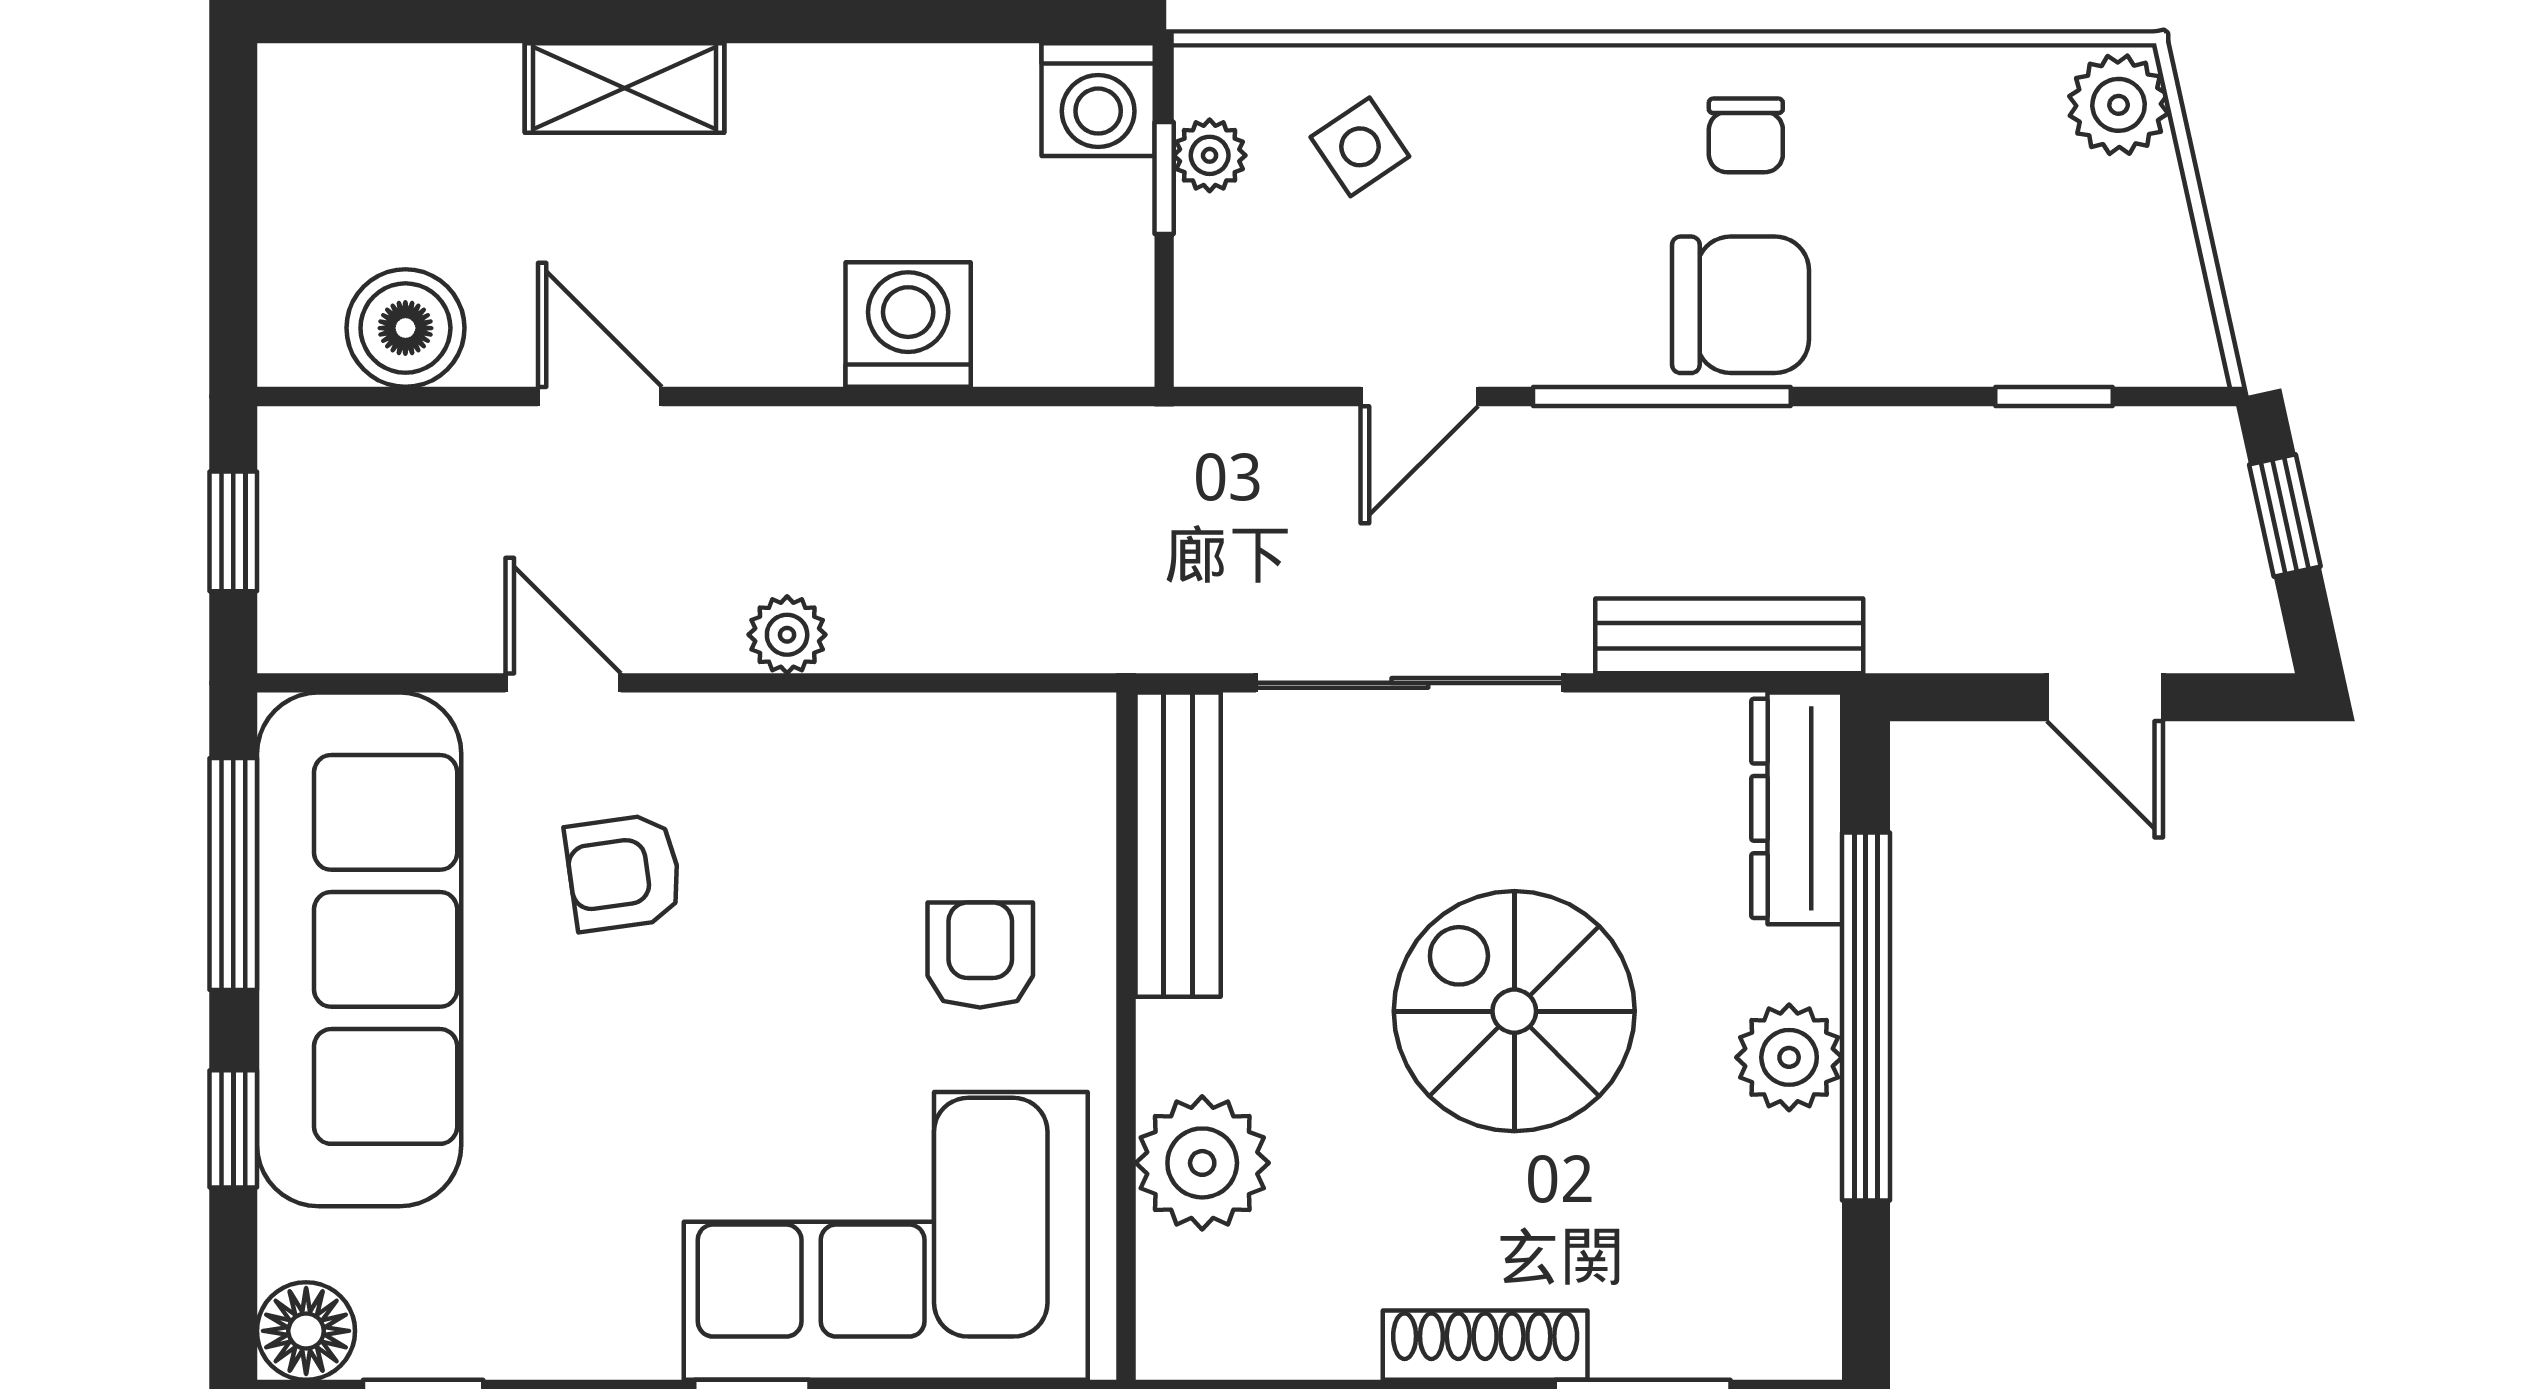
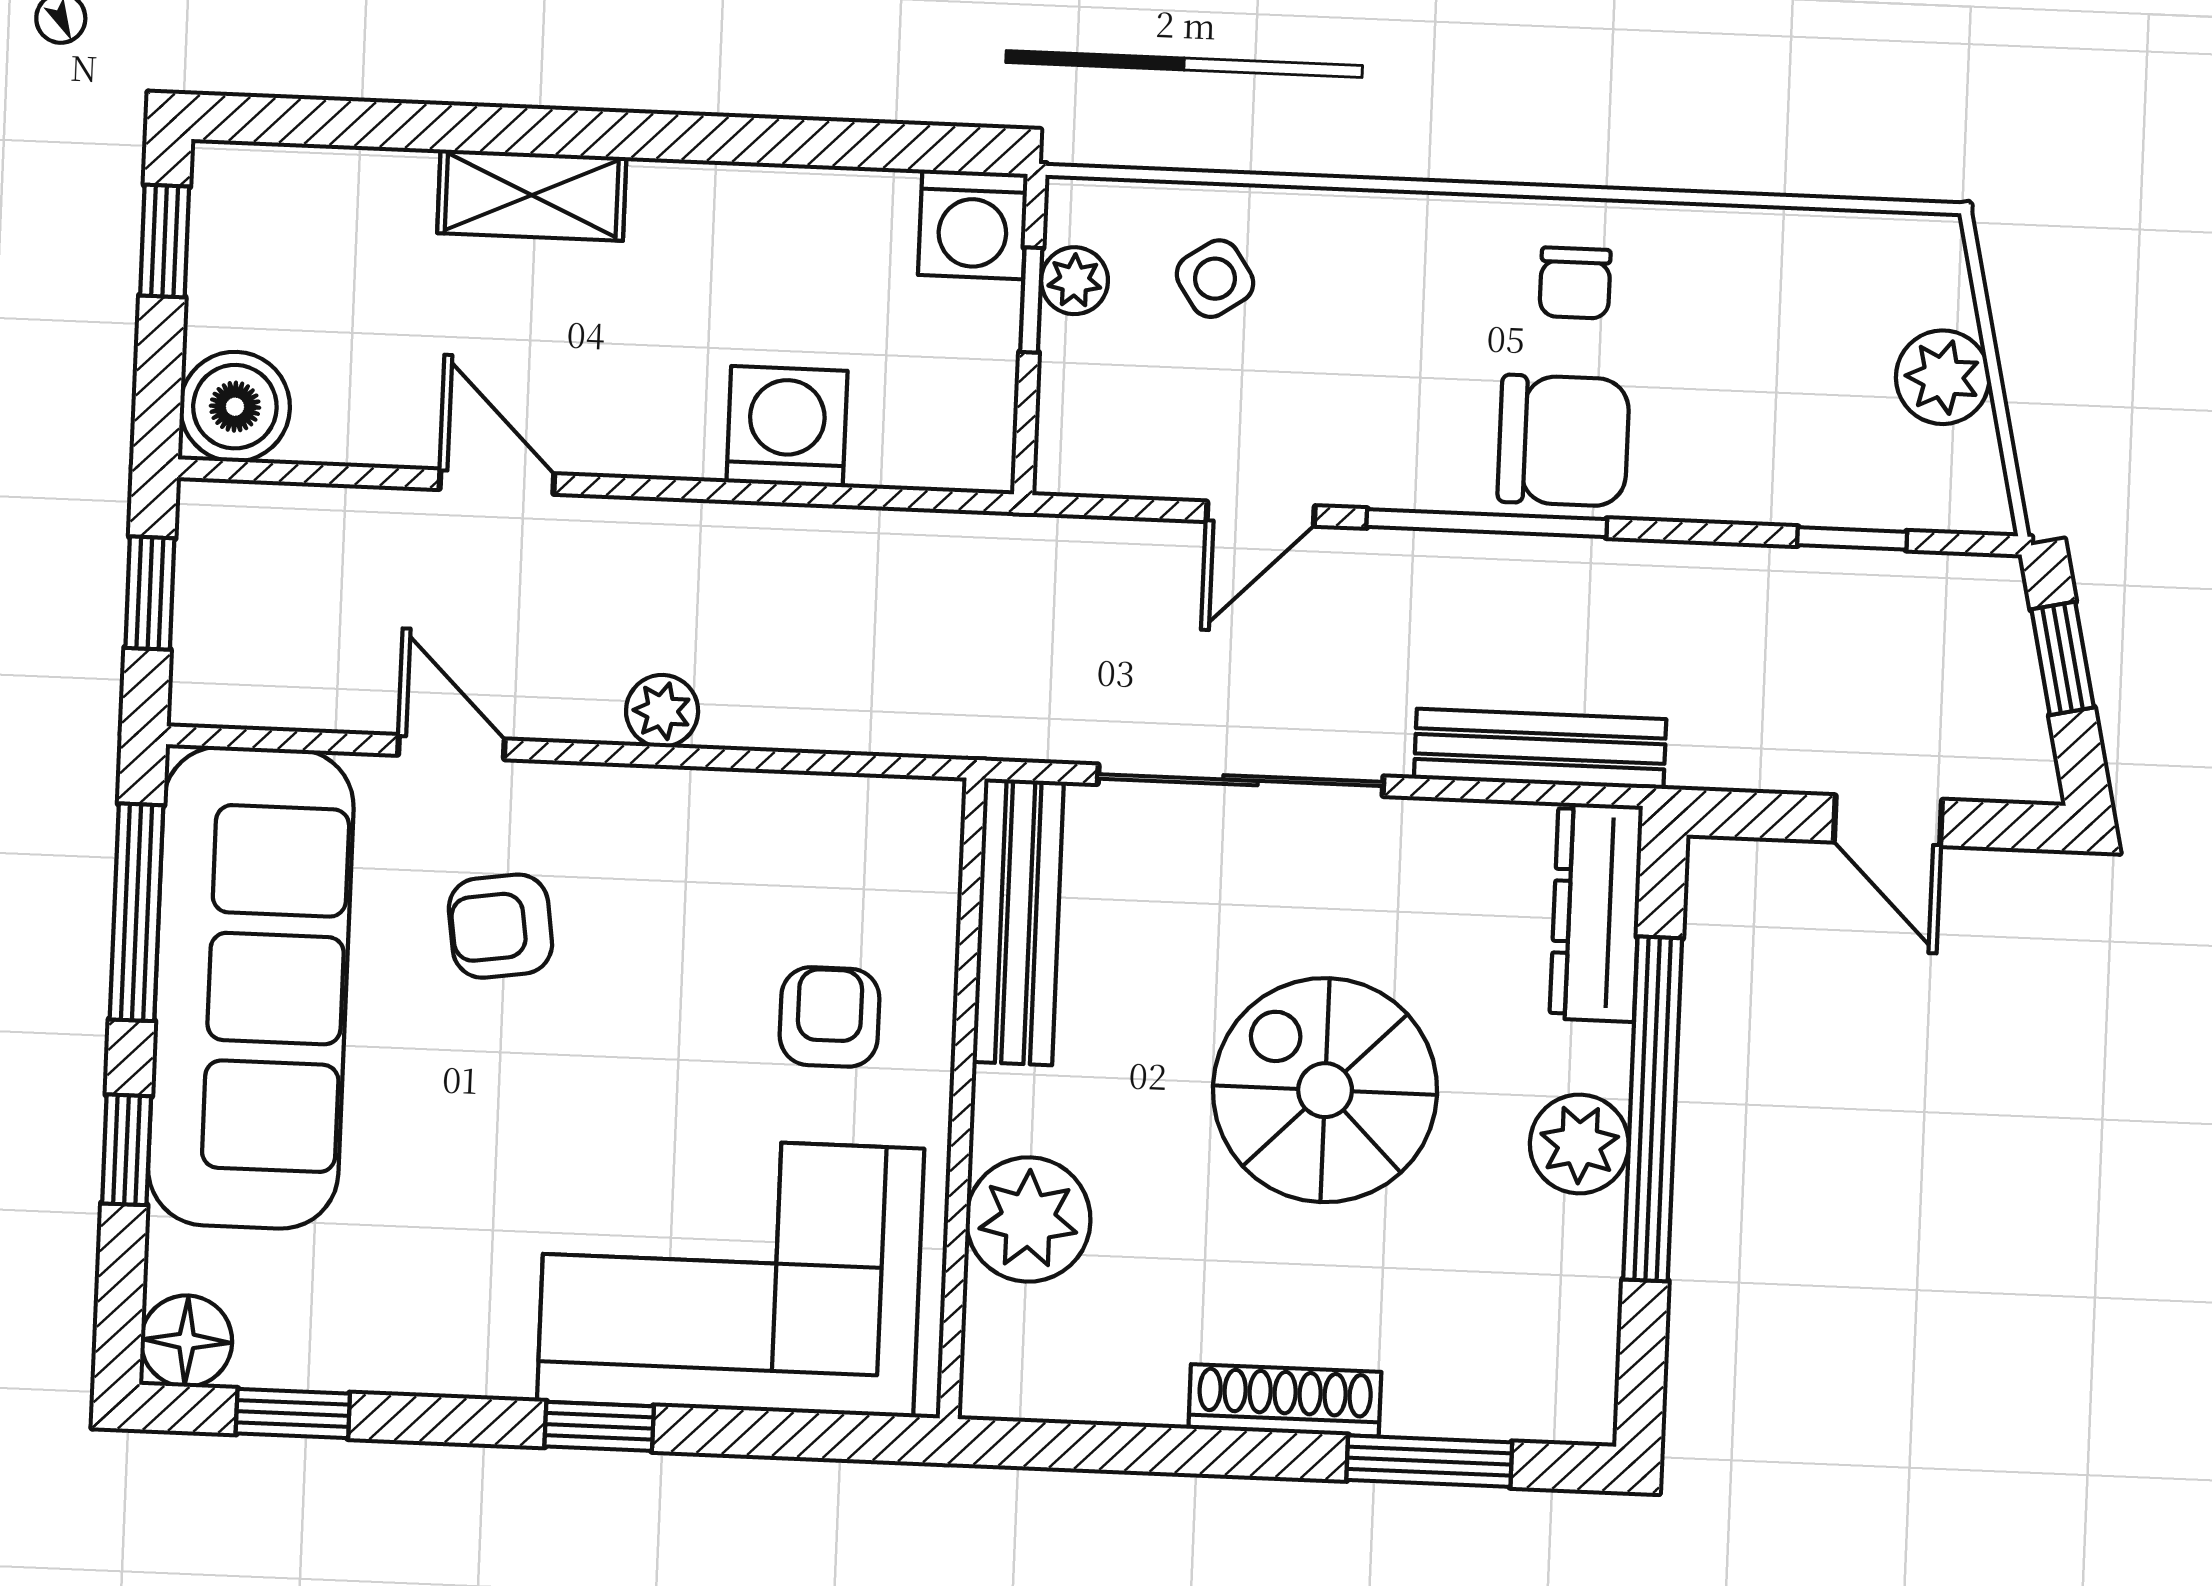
plant: (2119, 105) -> (1943, 377), moved
window: (233, 154) -> (165, 241), added
boiler: (405, 328) -> (235, 407), moved

